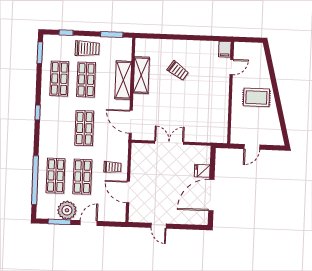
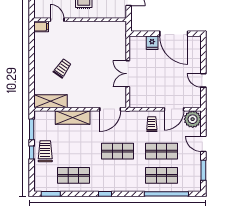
window: (66, 33) -> (32, 153), moved
shelving: (141, 75) -> (51, 101), moved
shop shelf: (86, 80) -> (73, 151), removed
plant: (67, 210) -> (193, 119), moved
door: (159, 226) -> (203, 80), swing flipped

